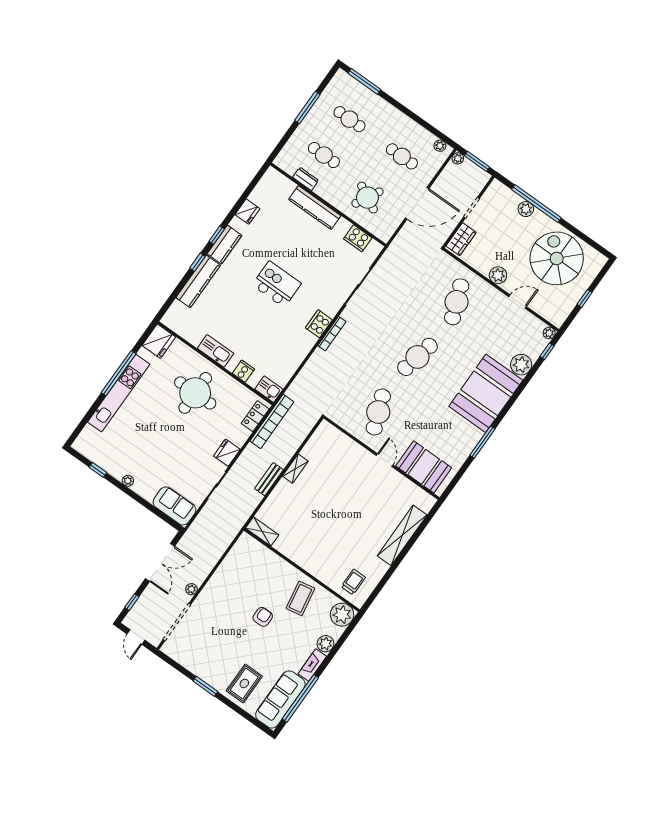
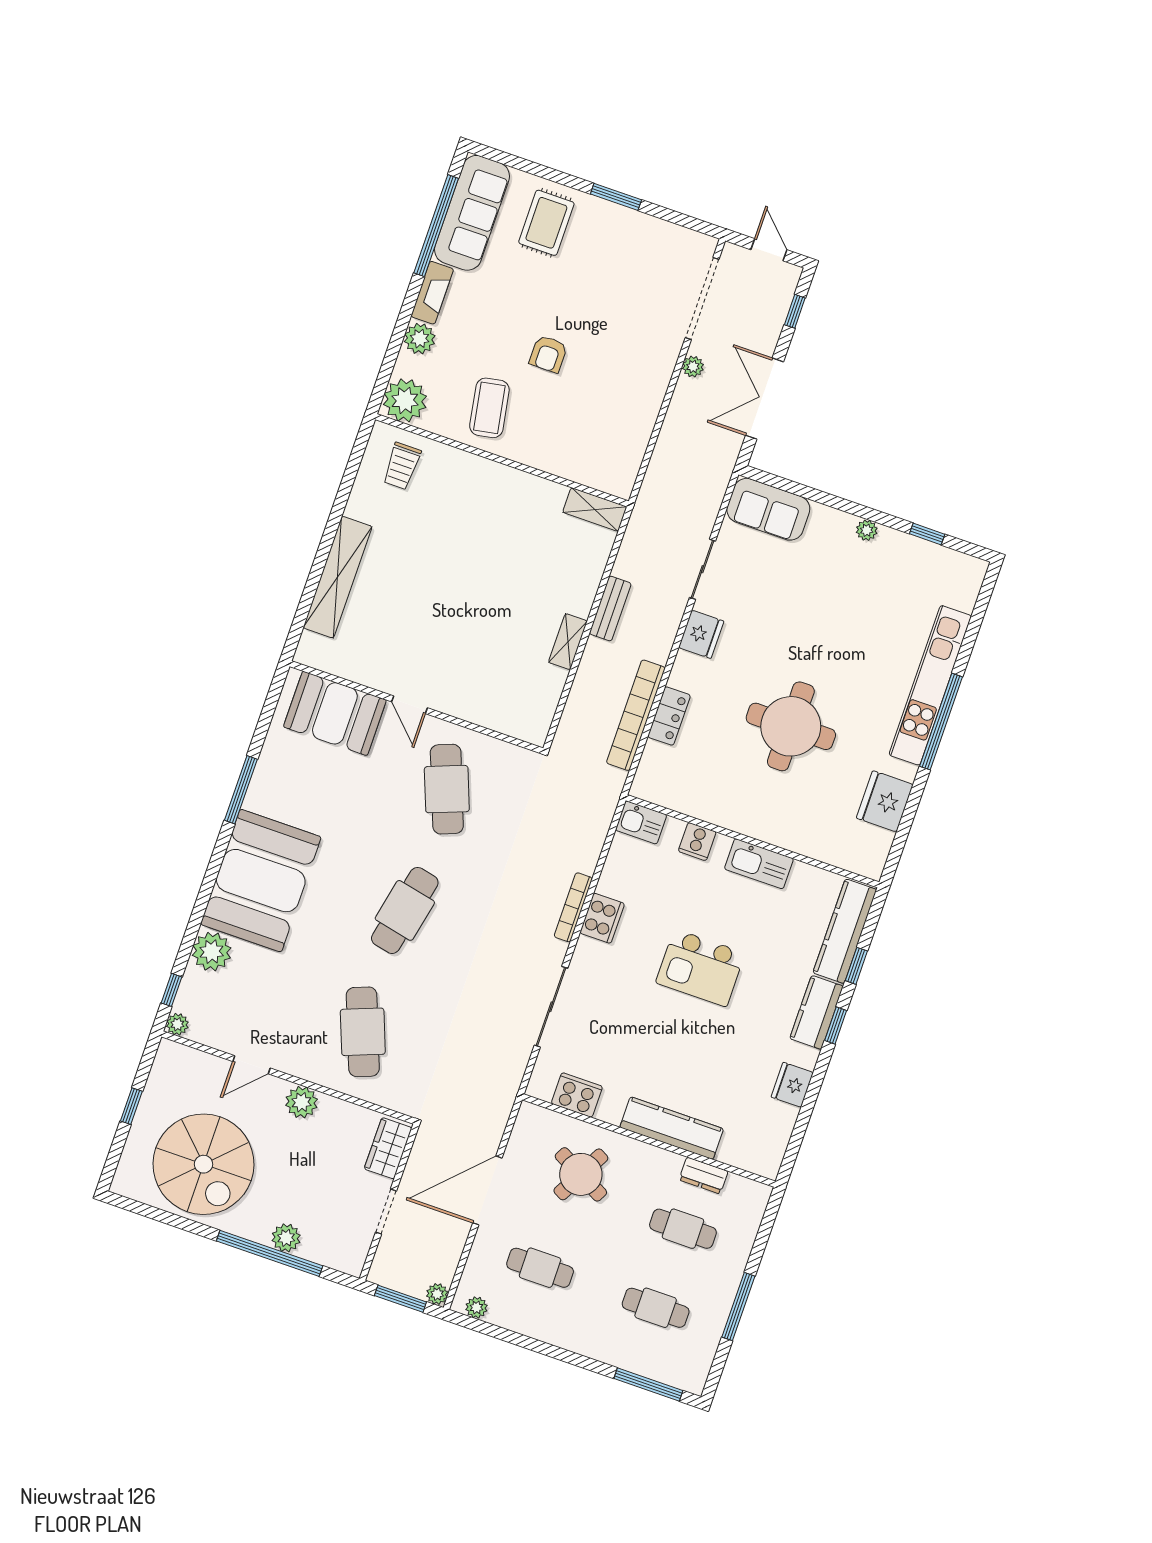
kitchen sink: (216, 351) -> (759, 864), moved
wall: (215, 363) -> (752, 841), moved
cooker: (243, 371) -> (697, 842), moved
kitchen sink: (269, 389) -> (641, 822), moved

